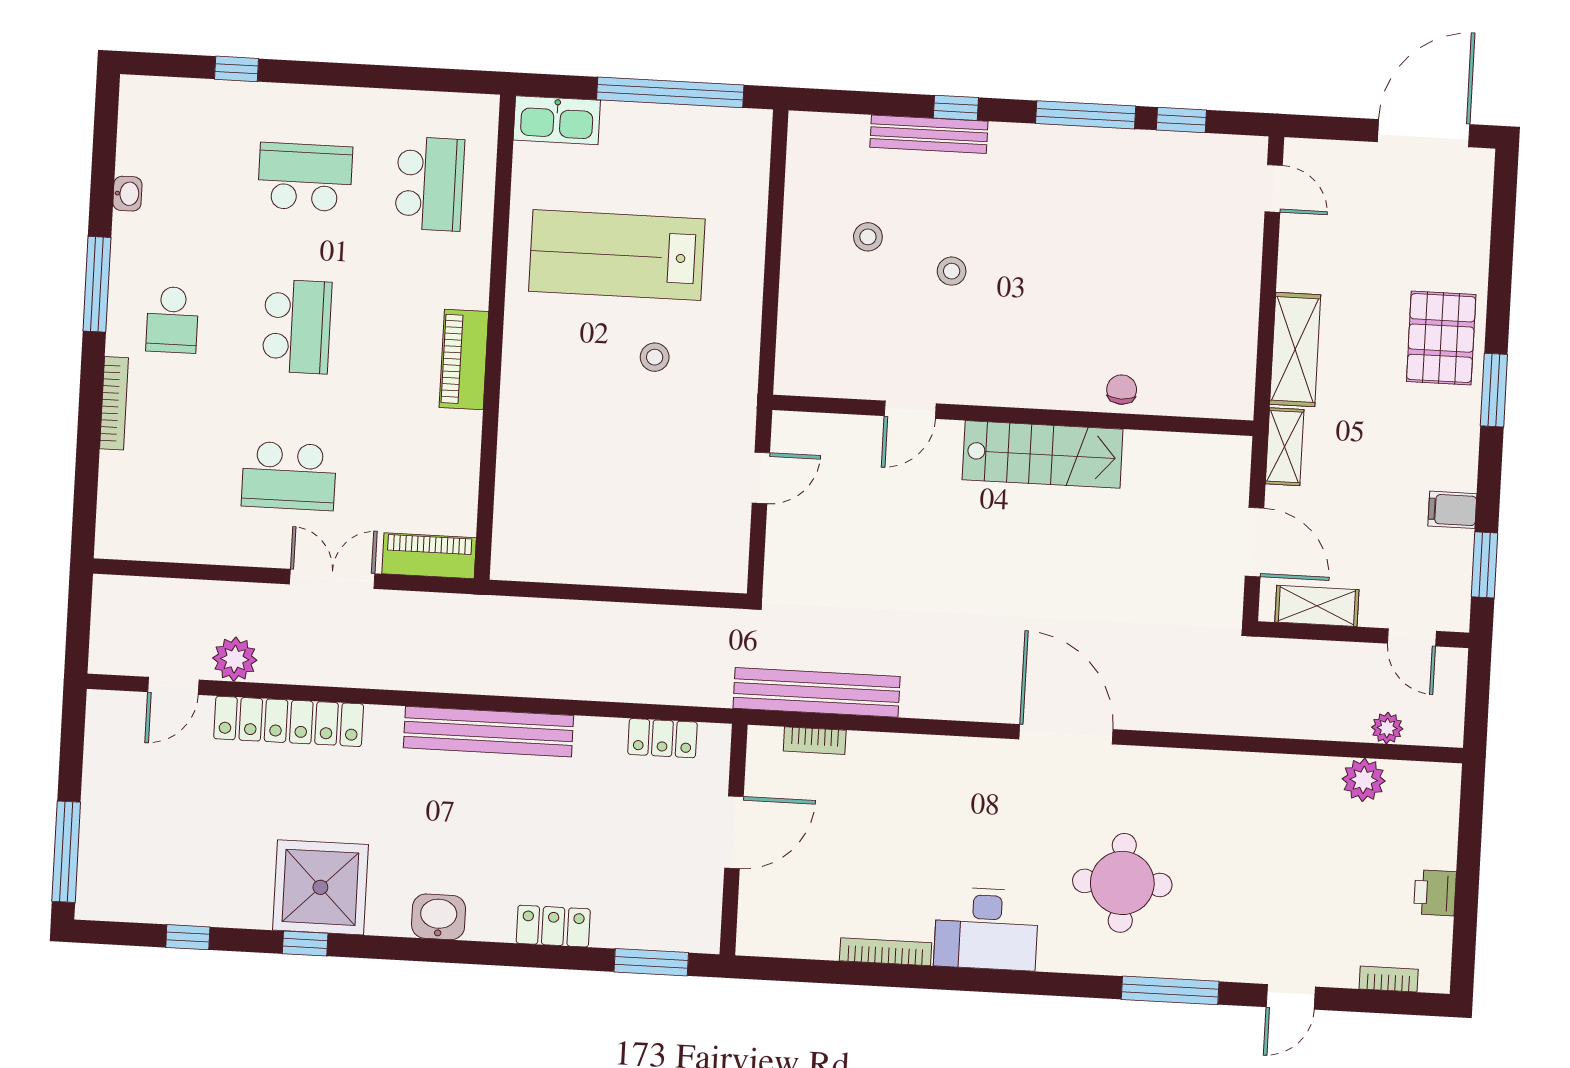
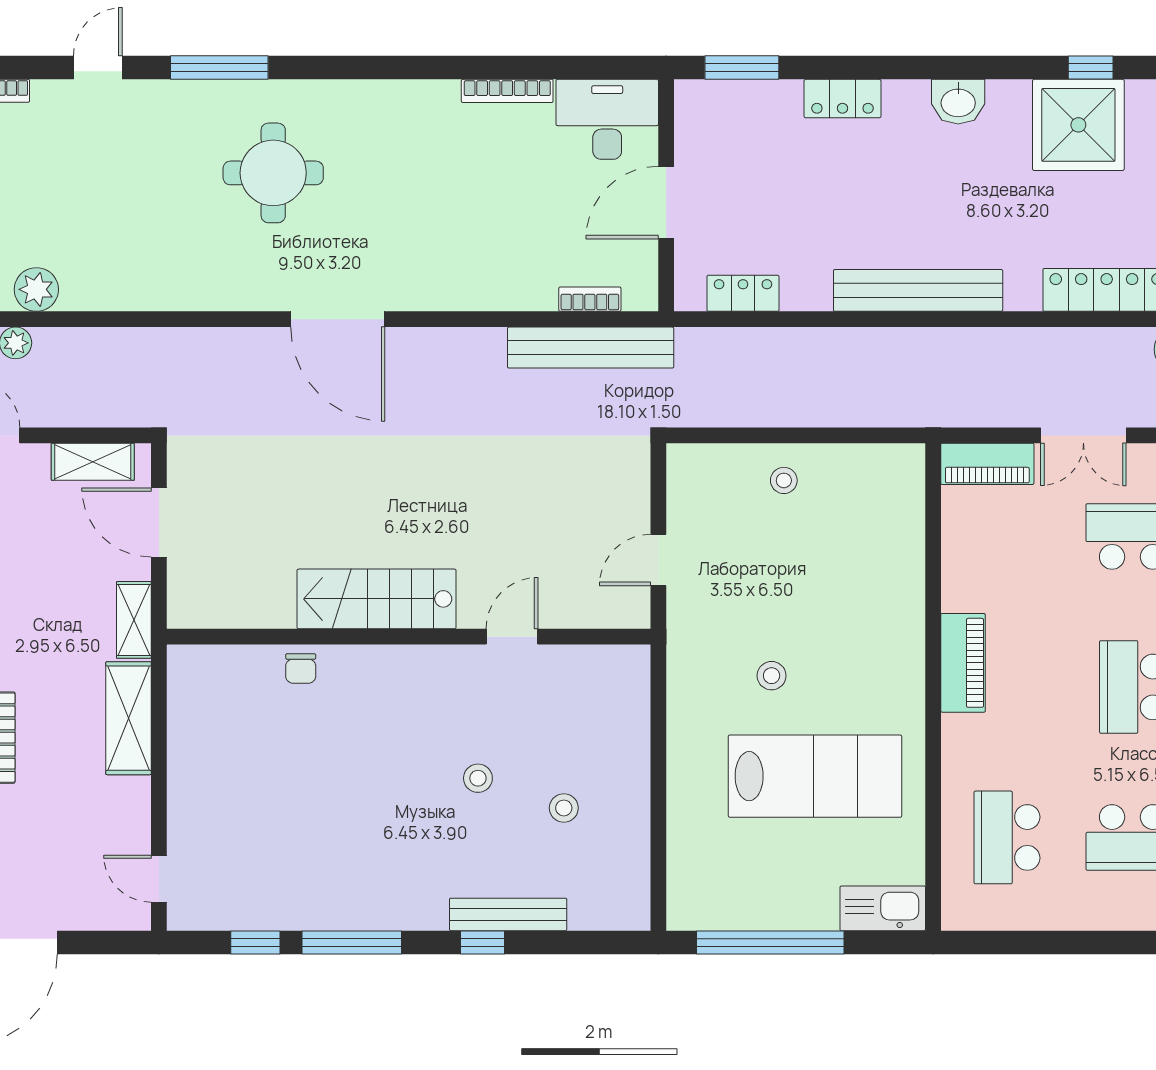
stool: (632, 550) -> (784, 480), added
desk: (986, 929) -> (607, 119), moved

